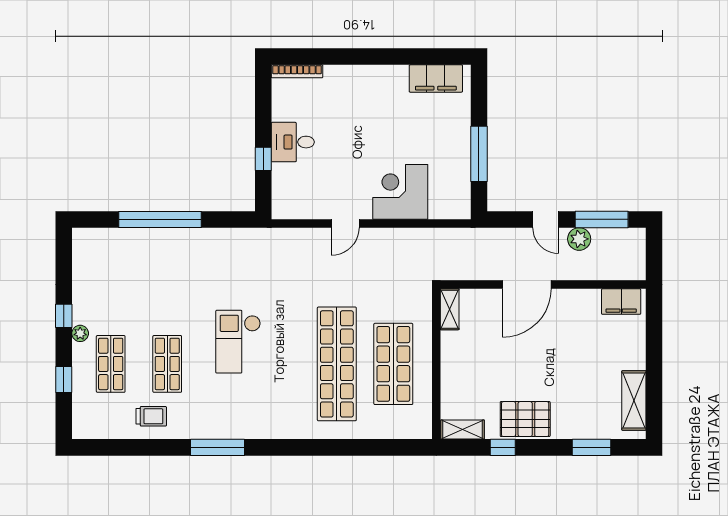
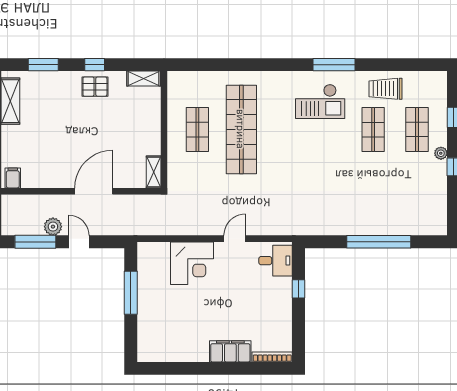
filing cabinet: (436, 78) -> (230, 351), moved
desk: (293, 142) -> (276, 261), moved
filing cabinet: (621, 302) -> (13, 178), width x0.50
checkout: (238, 342) -> (320, 101), moved, turned 90
shop shelf: (393, 364) -> (197, 129), width x0.70, depth x0.74
trolley: (151, 416) -> (386, 89), width x1.36, depth x1.39
pallet: (525, 419) -> (95, 87), width x0.67, depth x0.71
window: (503, 447) -> (95, 65), moved

